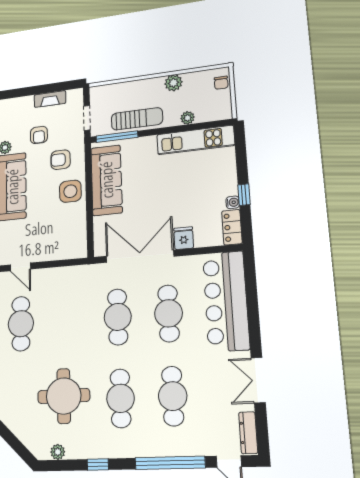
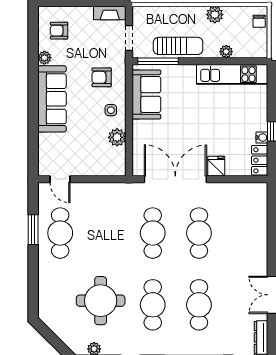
fireplace: (50, 99) -> (110, 13), moved
armchair: (39, 135) -> (59, 31), moved, turned 90
sofa: (106, 180) -> (146, 94), width x0.73
side table: (70, 191) -> (111, 110), width x0.54, depth x0.54
plant: (77, 218) -> (117, 137), added
bar counter: (226, 301) -> (250, 226), removed

